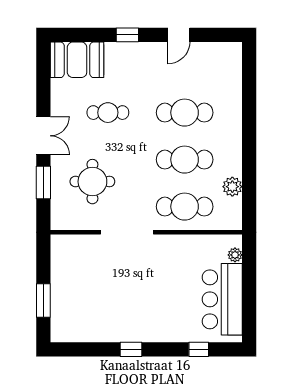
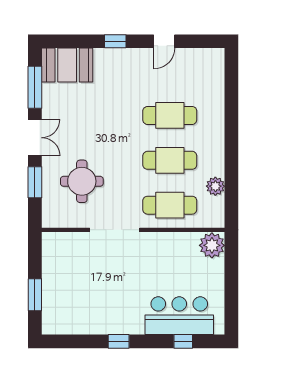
window: (43, 83) -> (35, 87), added
cafe table: (108, 113) -> (97, 115), removed
plant: (235, 255) -> (212, 245), width x1.88, depth x1.88
bar counter: (222, 299) -> (179, 316), moved, turned 90

